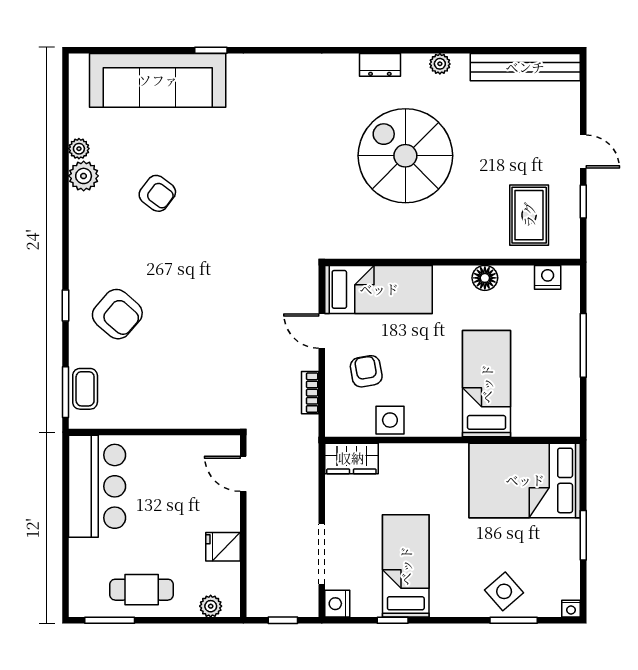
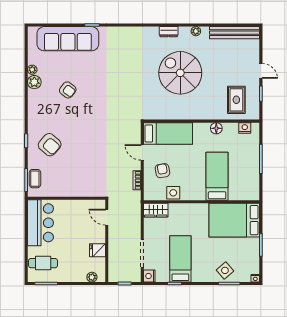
cafe table: (142, 590) -> (43, 263), moved

